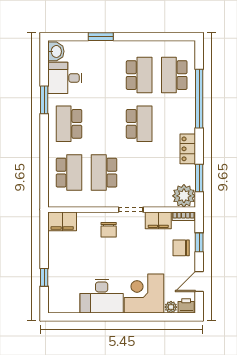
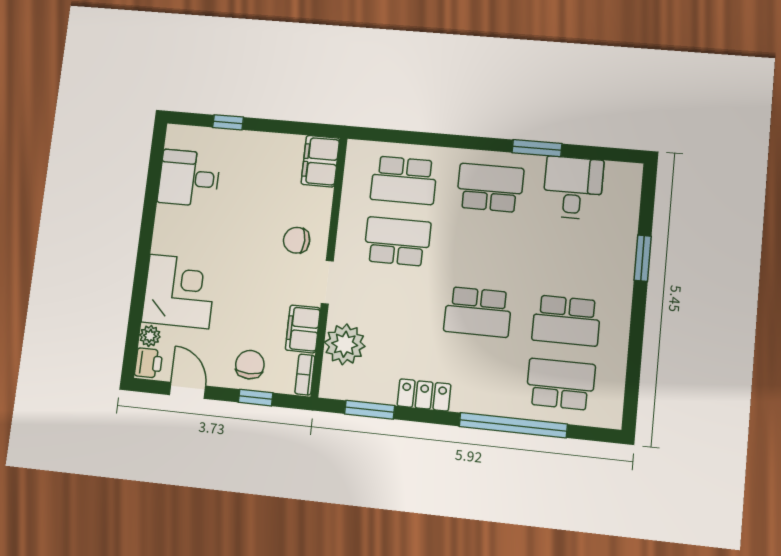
washbasin: (56, 51) -> (622, 176), removed
plant: (184, 196) -> (345, 344), moved
desk: (102, 296) -> (189, 178), moved, width x0.73

